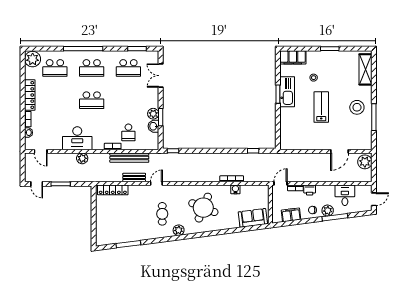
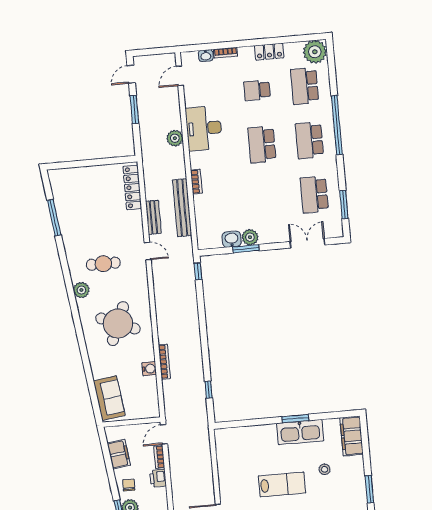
locker: (30, 95) -> (269, 52), width x0.66
school desk: (128, 132) -> (257, 90), moved
door: (281, 183) -> (164, 434), swing flipped

